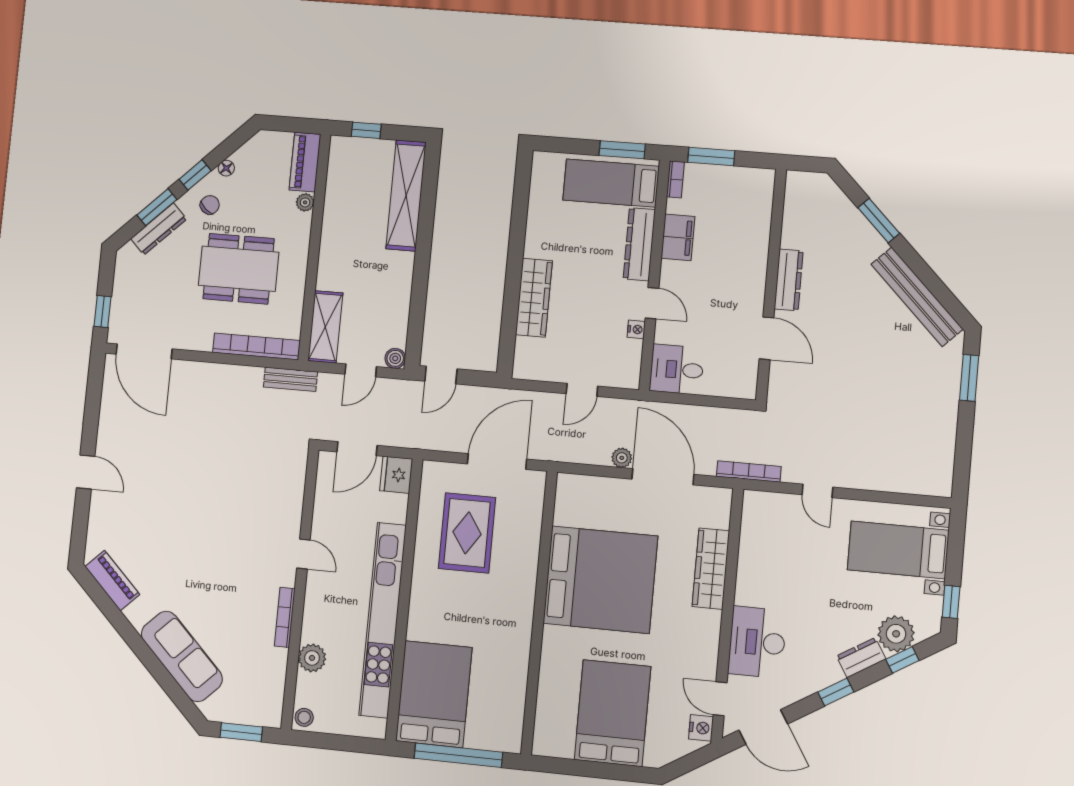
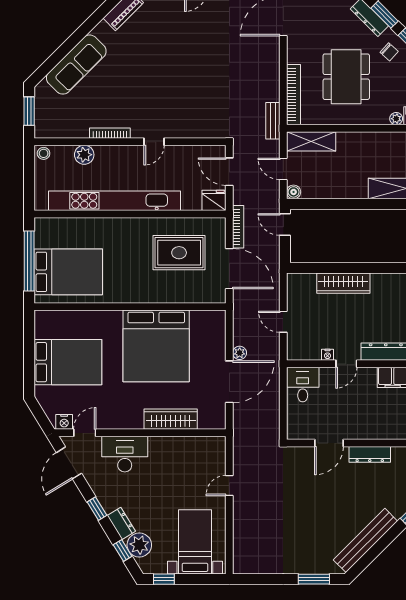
bookcase: (749, 471) -> (238, 227), moved
bed: (434, 694) -> (68, 272), moved

